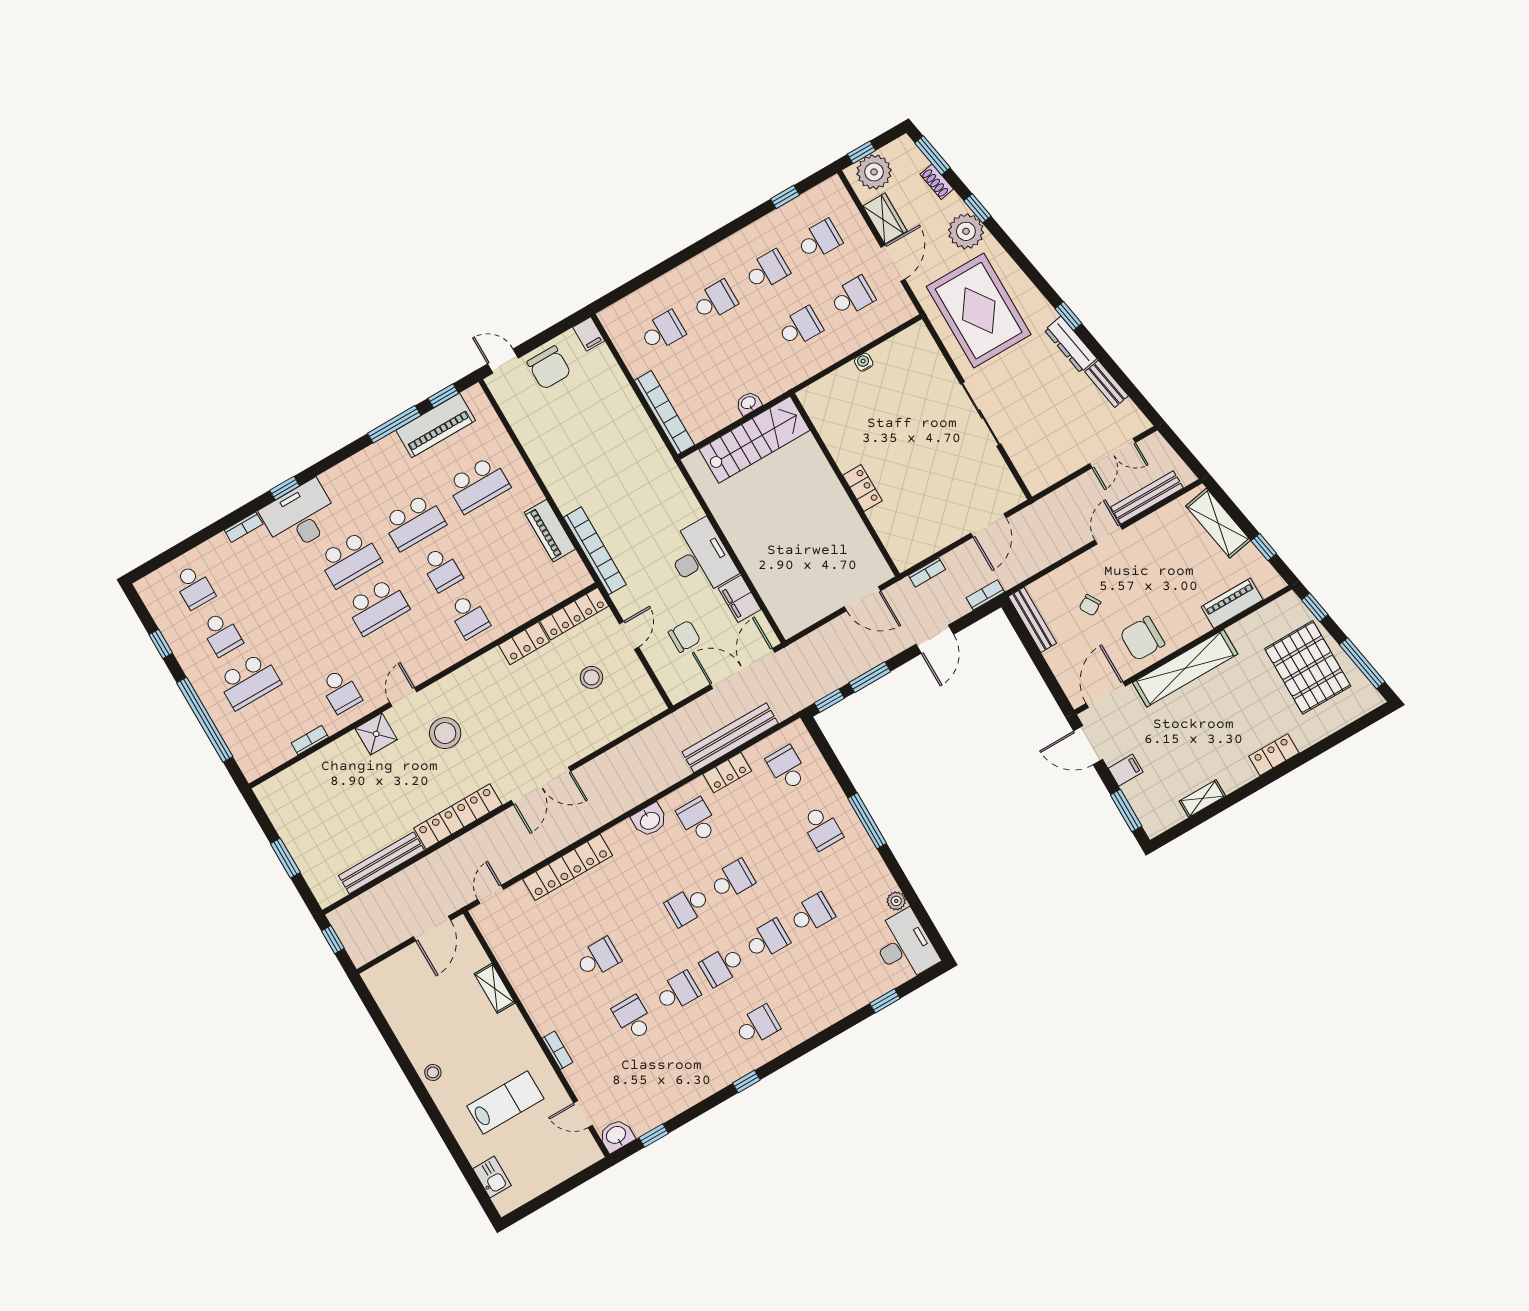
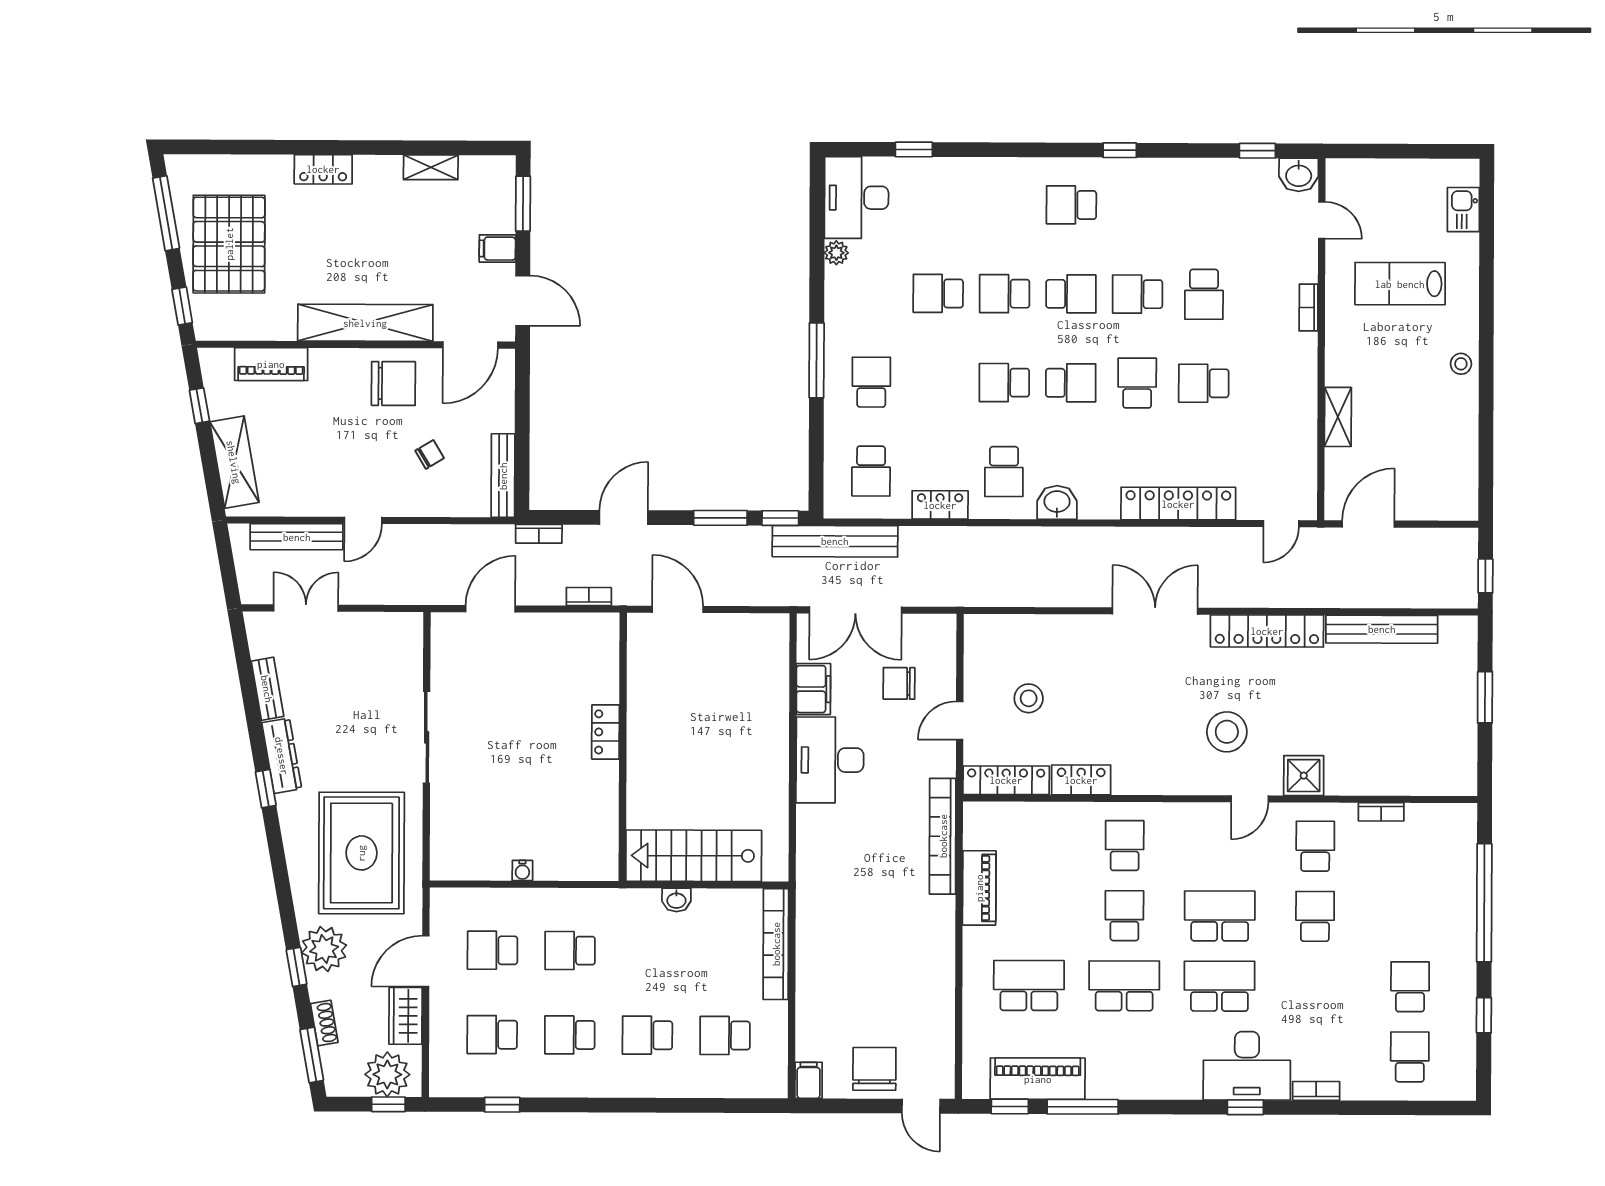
school desk: (249, 681) -> (1315, 916), moved, width x0.54
bench: (730, 738) -> (835, 541), moved
school desk: (643, 932) -> (1137, 383), added

